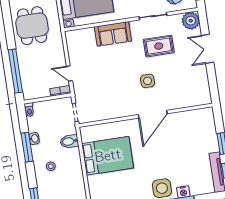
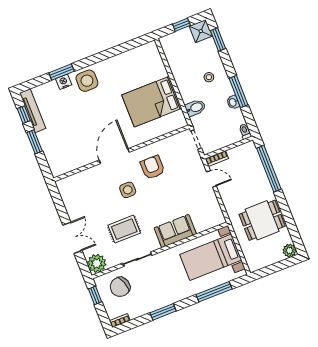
dining table: (32, 26) -> (262, 220), turned 90
armchair: (120, 96) -> (152, 167), added

